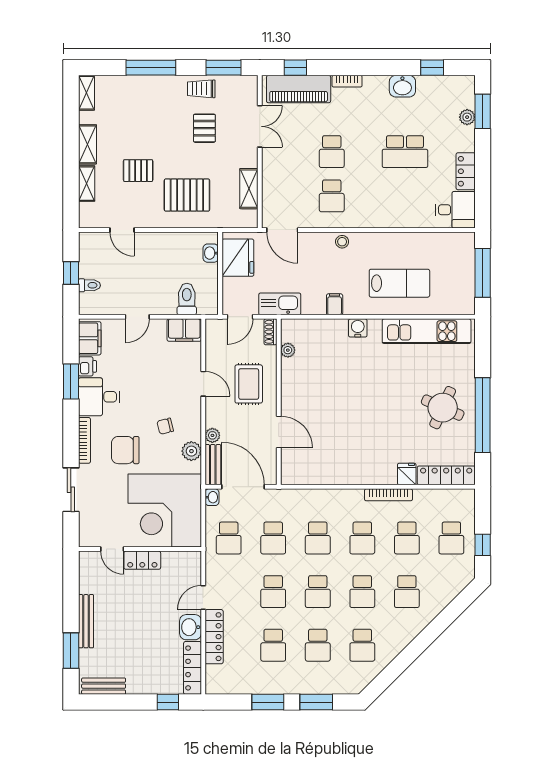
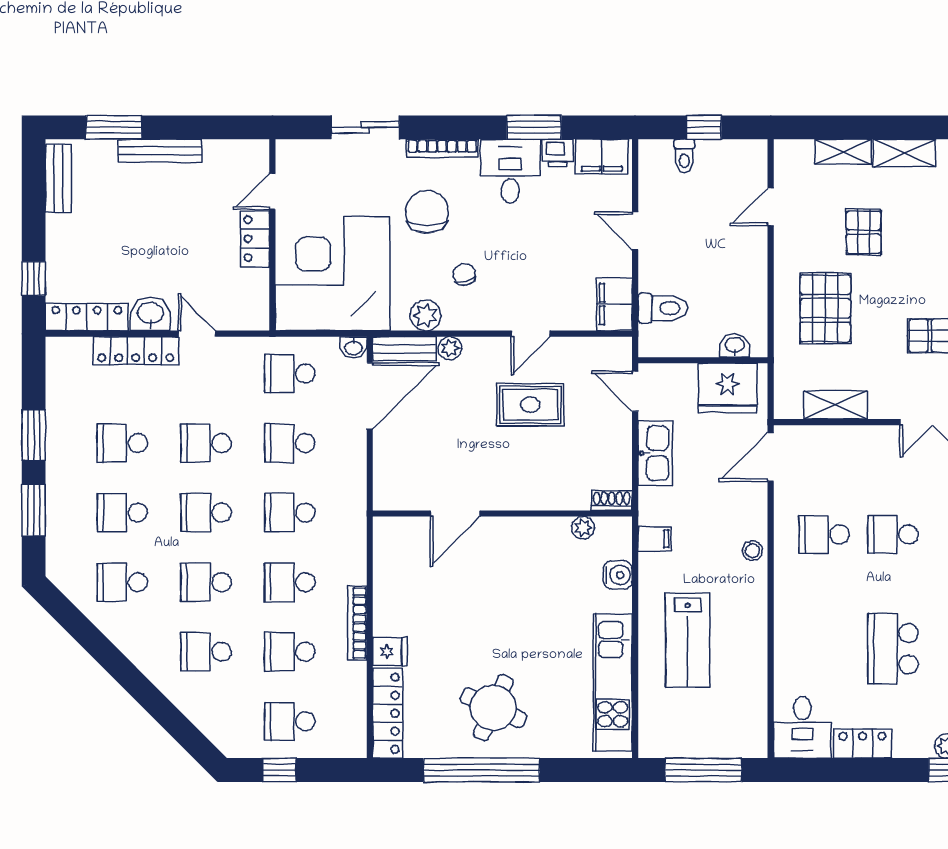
shoe rack: (270, 332) -> (612, 501), moved
plant: (288, 350) -> (583, 528), moved
wall: (279, 402) -> (502, 514), moved
door: (279, 432) -> (455, 514), moved

